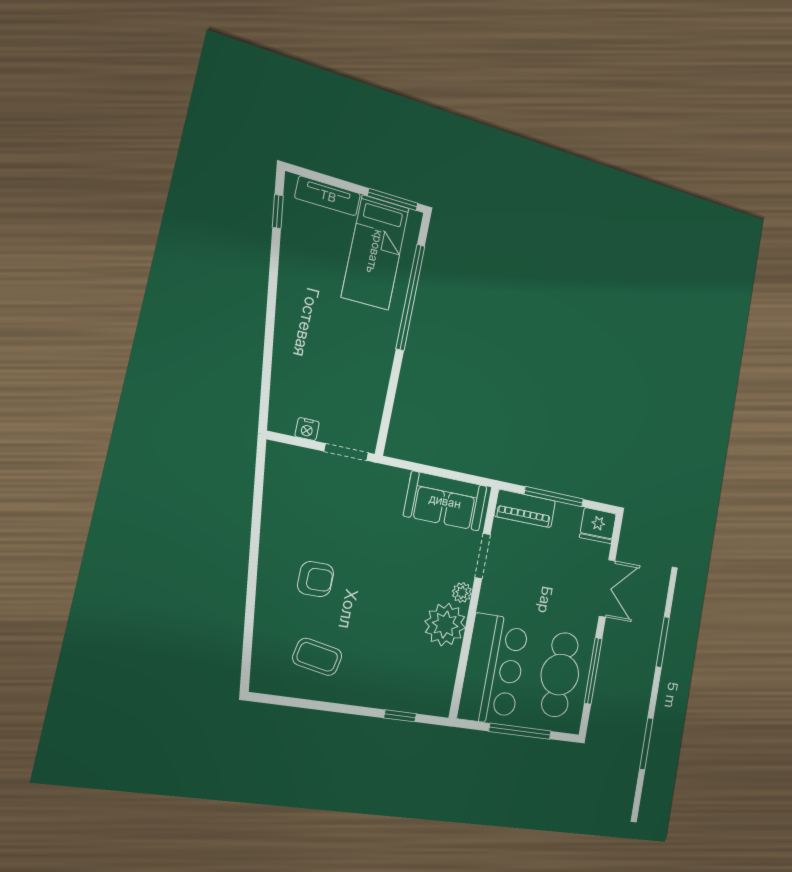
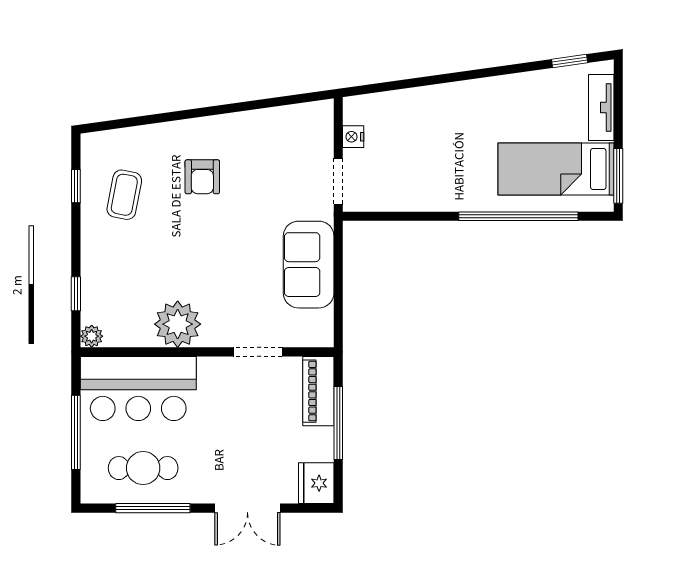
sofa: (445, 501) -> (309, 265), moved
plant: (462, 592) -> (92, 336), moved
cafe table: (560, 675) -> (143, 468), width x0.73, depth x0.74
window: (299, 703) -> (76, 186), added

